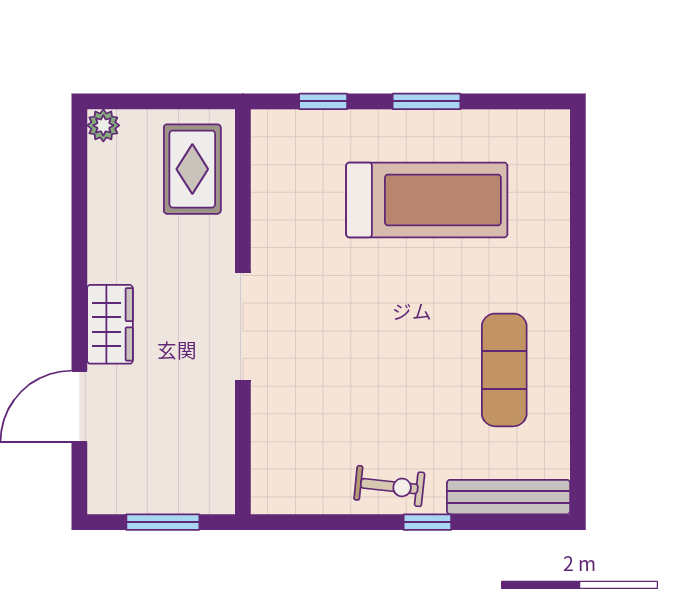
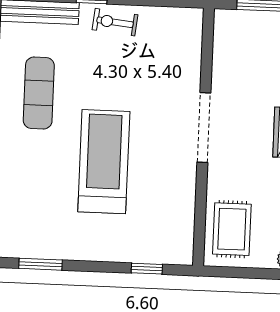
window: (427, 101) -> (41, 264), moved
treadmill: (427, 200) -> (104, 162), moved, turned 90

